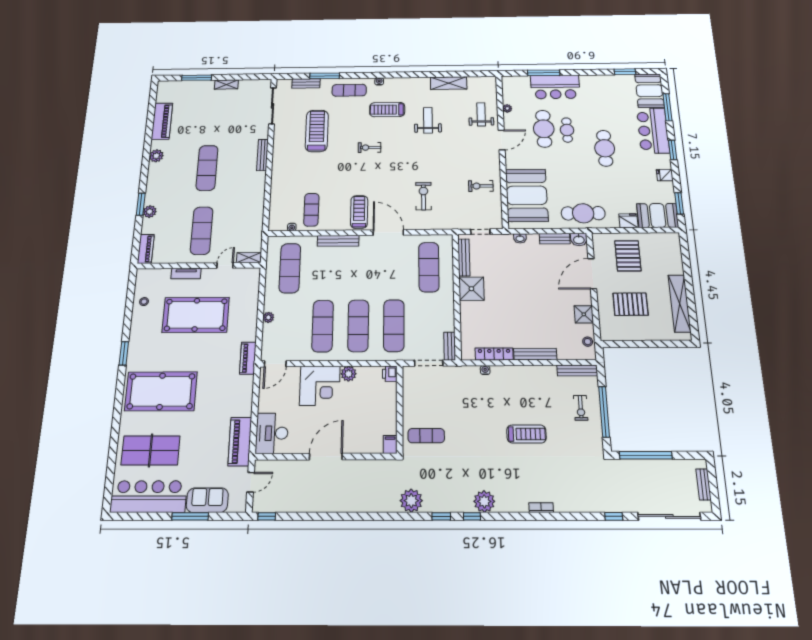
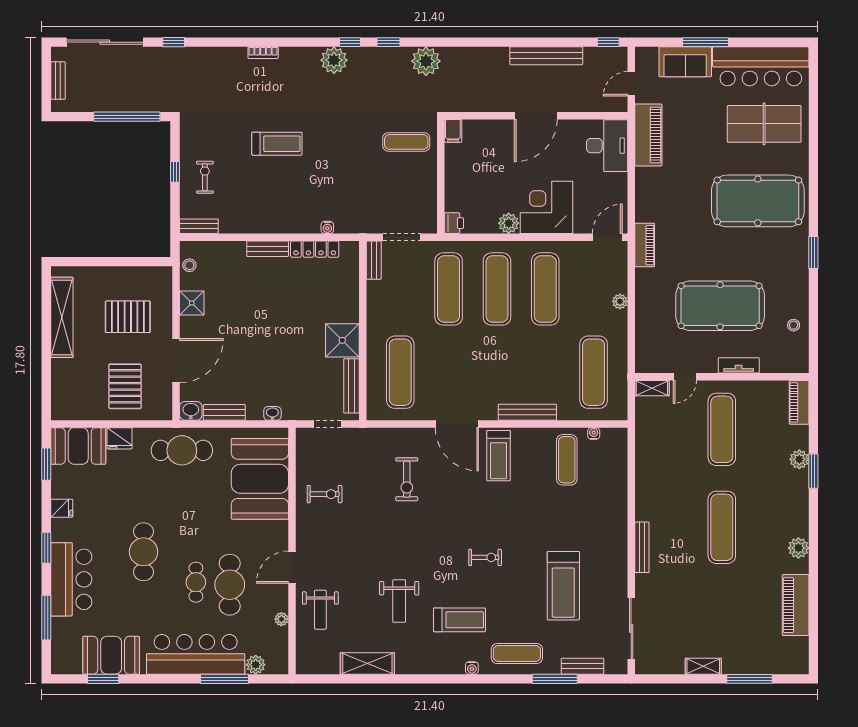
plant: (523, 81) -> (256, 665), added
bar counter: (555, 87) -> (196, 654), width x1.36
booth: (649, 91) -> (111, 655), moved, turned 90
bench: (535, 354) -> (268, 249), width x0.73
bench: (577, 371) -> (199, 226), width x0.73
window: (604, 412) -> (175, 172), width x0.32
treadmill: (526, 434) -> (277, 144), turned 180
bench: (316, 505) -> (546, 56), added

